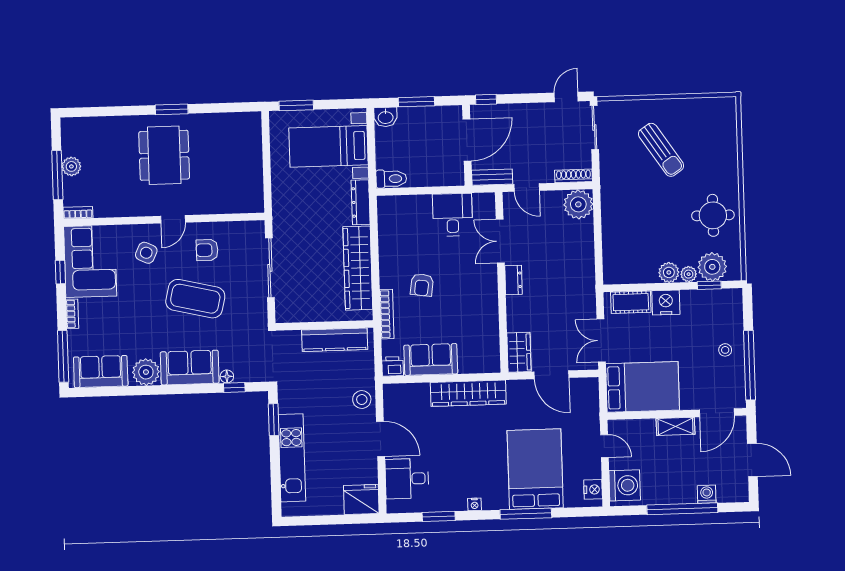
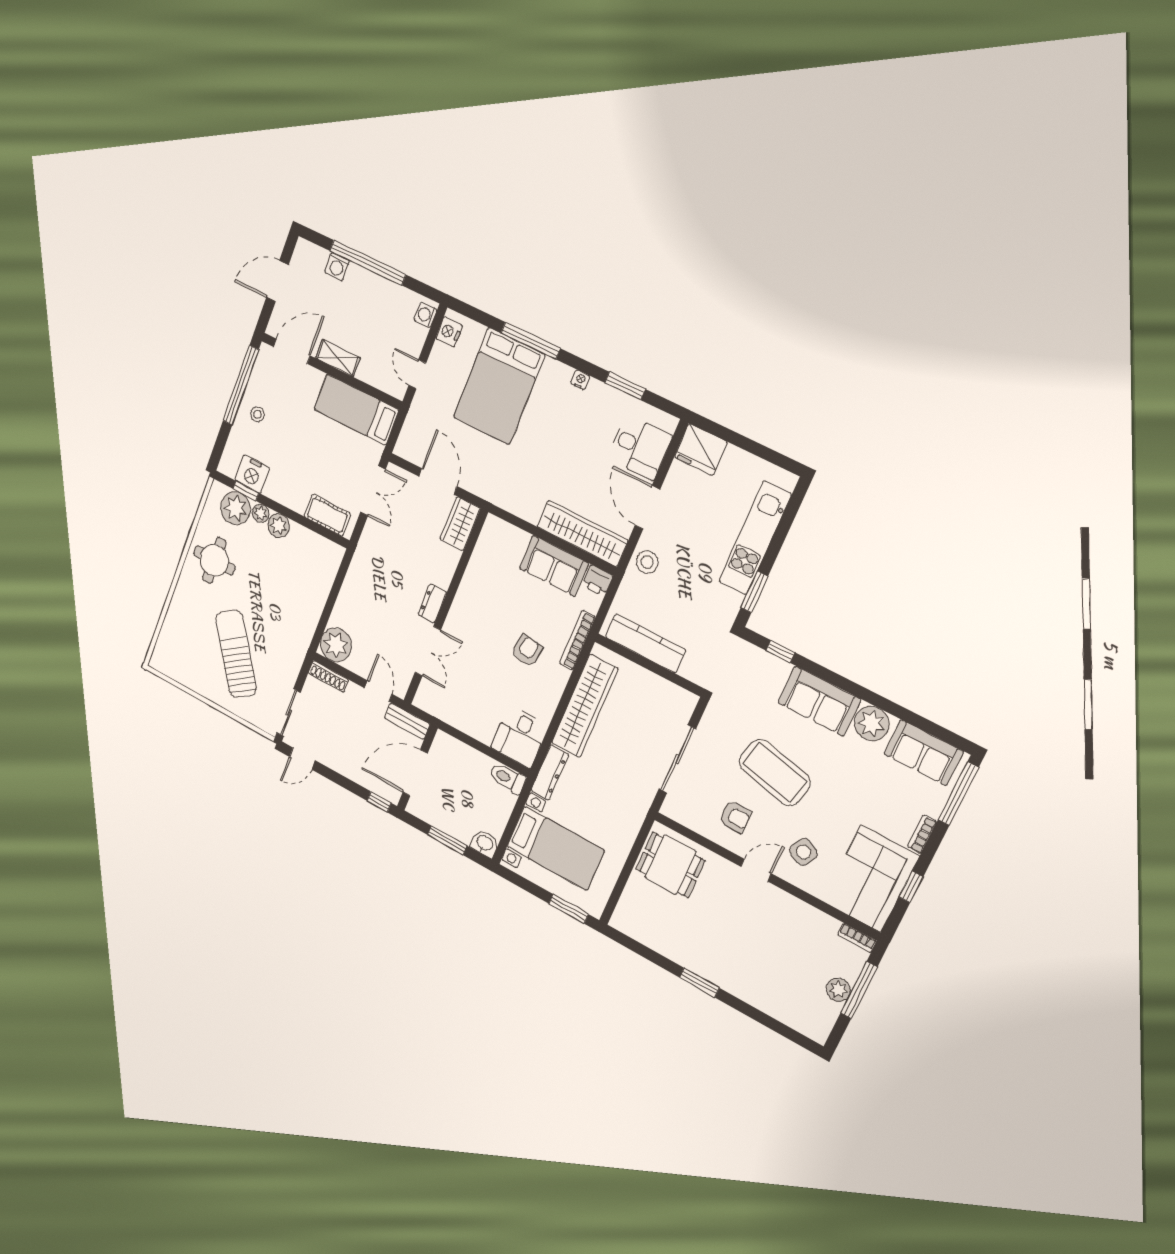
sun lounger: (661, 150) -> (236, 654), width x1.36, depth x1.34
dining table: (164, 155) -> (670, 865), moved, width x0.73
desk: (453, 215) -> (520, 736), moved
nightstand: (666, 303) -> (252, 474), moved
floor lamp: (227, 376) -> (783, 668), removed
bed: (642, 387) -> (356, 410), width x0.67
wardrobe: (468, 393) -> (582, 533), moved
door: (752, 460) -> (277, 281), hinge flipped
washing machine: (625, 485) -> (425, 315), width x0.53, depth x0.53

